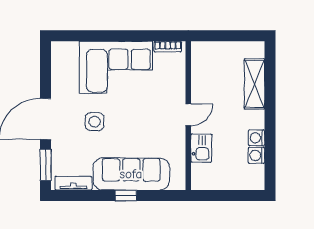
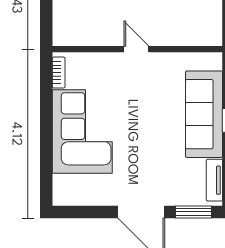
side table: (95, 122) -> (144, 156), removed
kitchen sink: (201, 148) -> (174, 34), removed

